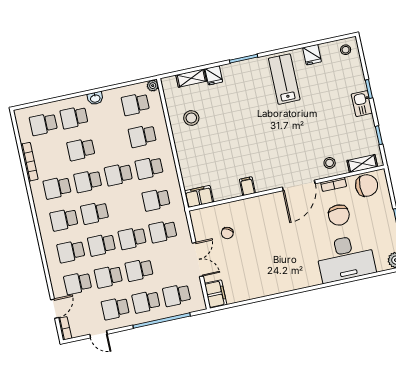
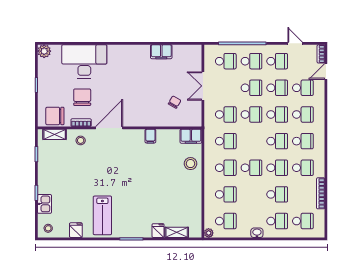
kitchen sink: (362, 104) -> (44, 204), moved
stool: (191, 118) -> (191, 164), moved
filing cabinet: (216, 294) -> (161, 52), moved, turned -90

